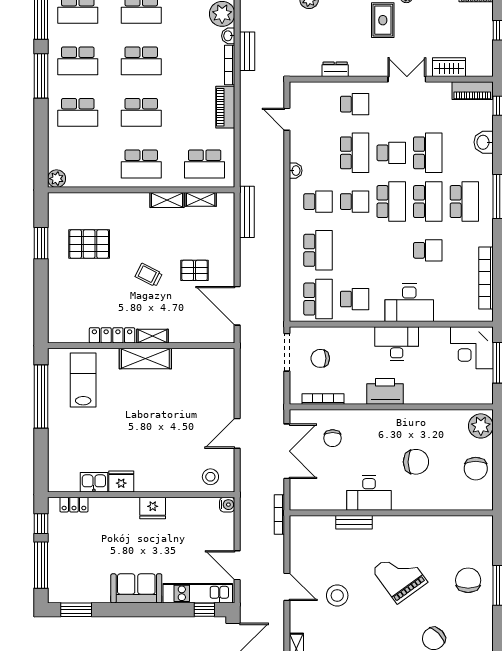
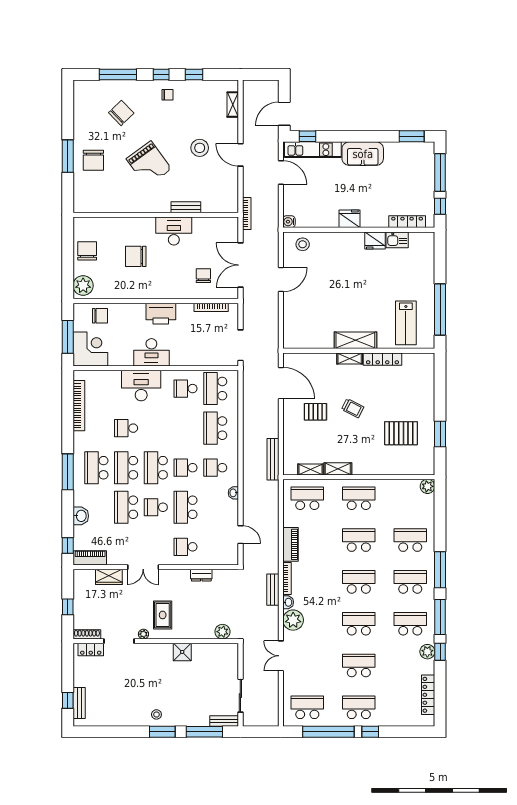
chair: (320, 358) -> (100, 316), moved
locker: (74, 505) -> (407, 222), width x1.53

